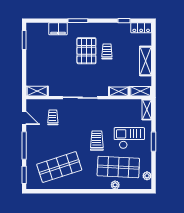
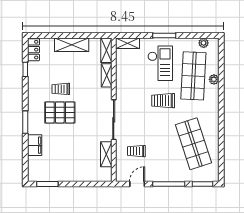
shelving: (37, 91) -> (106, 154), moved
checkout: (129, 138) -> (160, 63), turned 180

